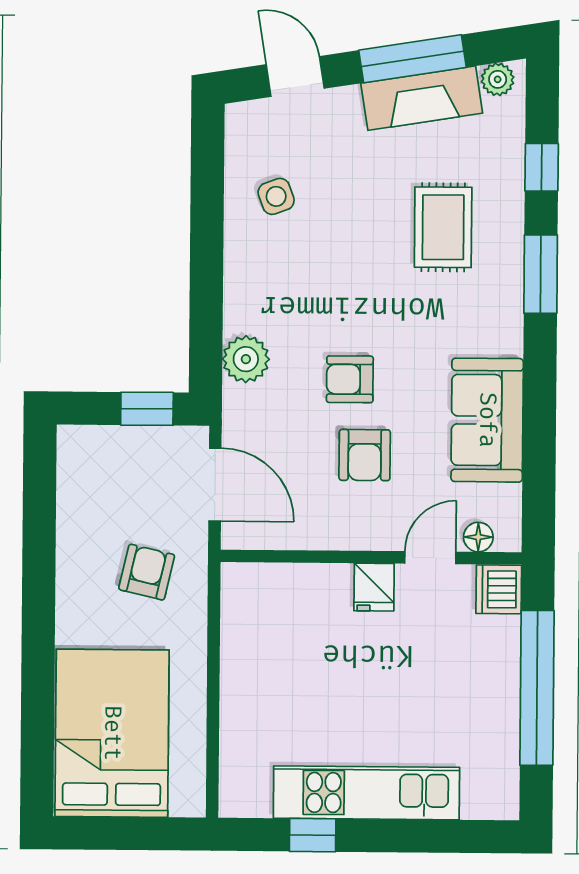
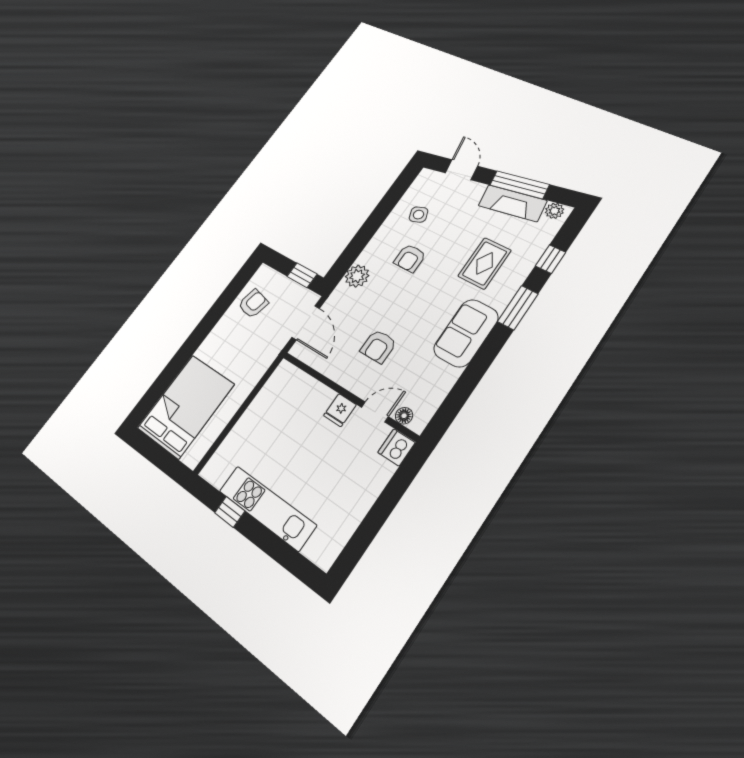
armchair: (350, 379) -> (410, 258), moved, turned -90
sofa: (487, 420) -> (466, 333), moved
armchair: (147, 572) -> (253, 304), moved
window: (537, 688) -> (381, 510), removed

